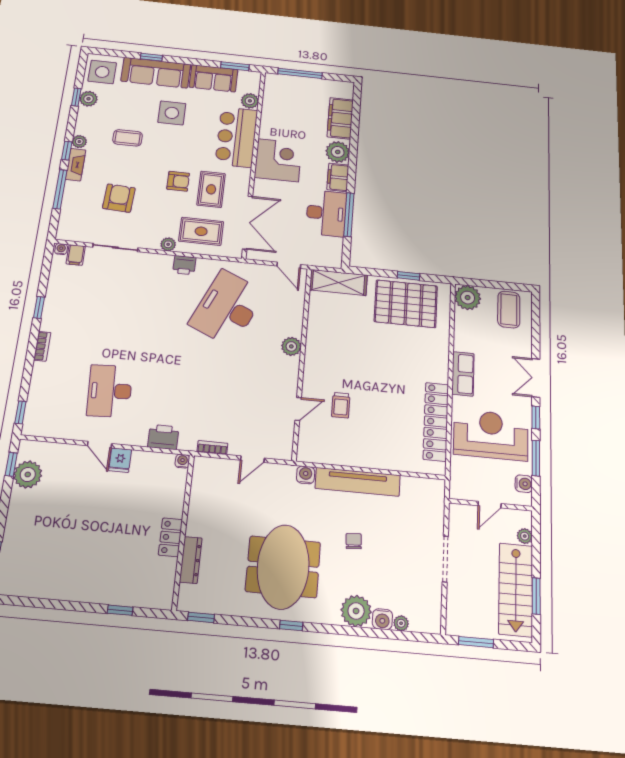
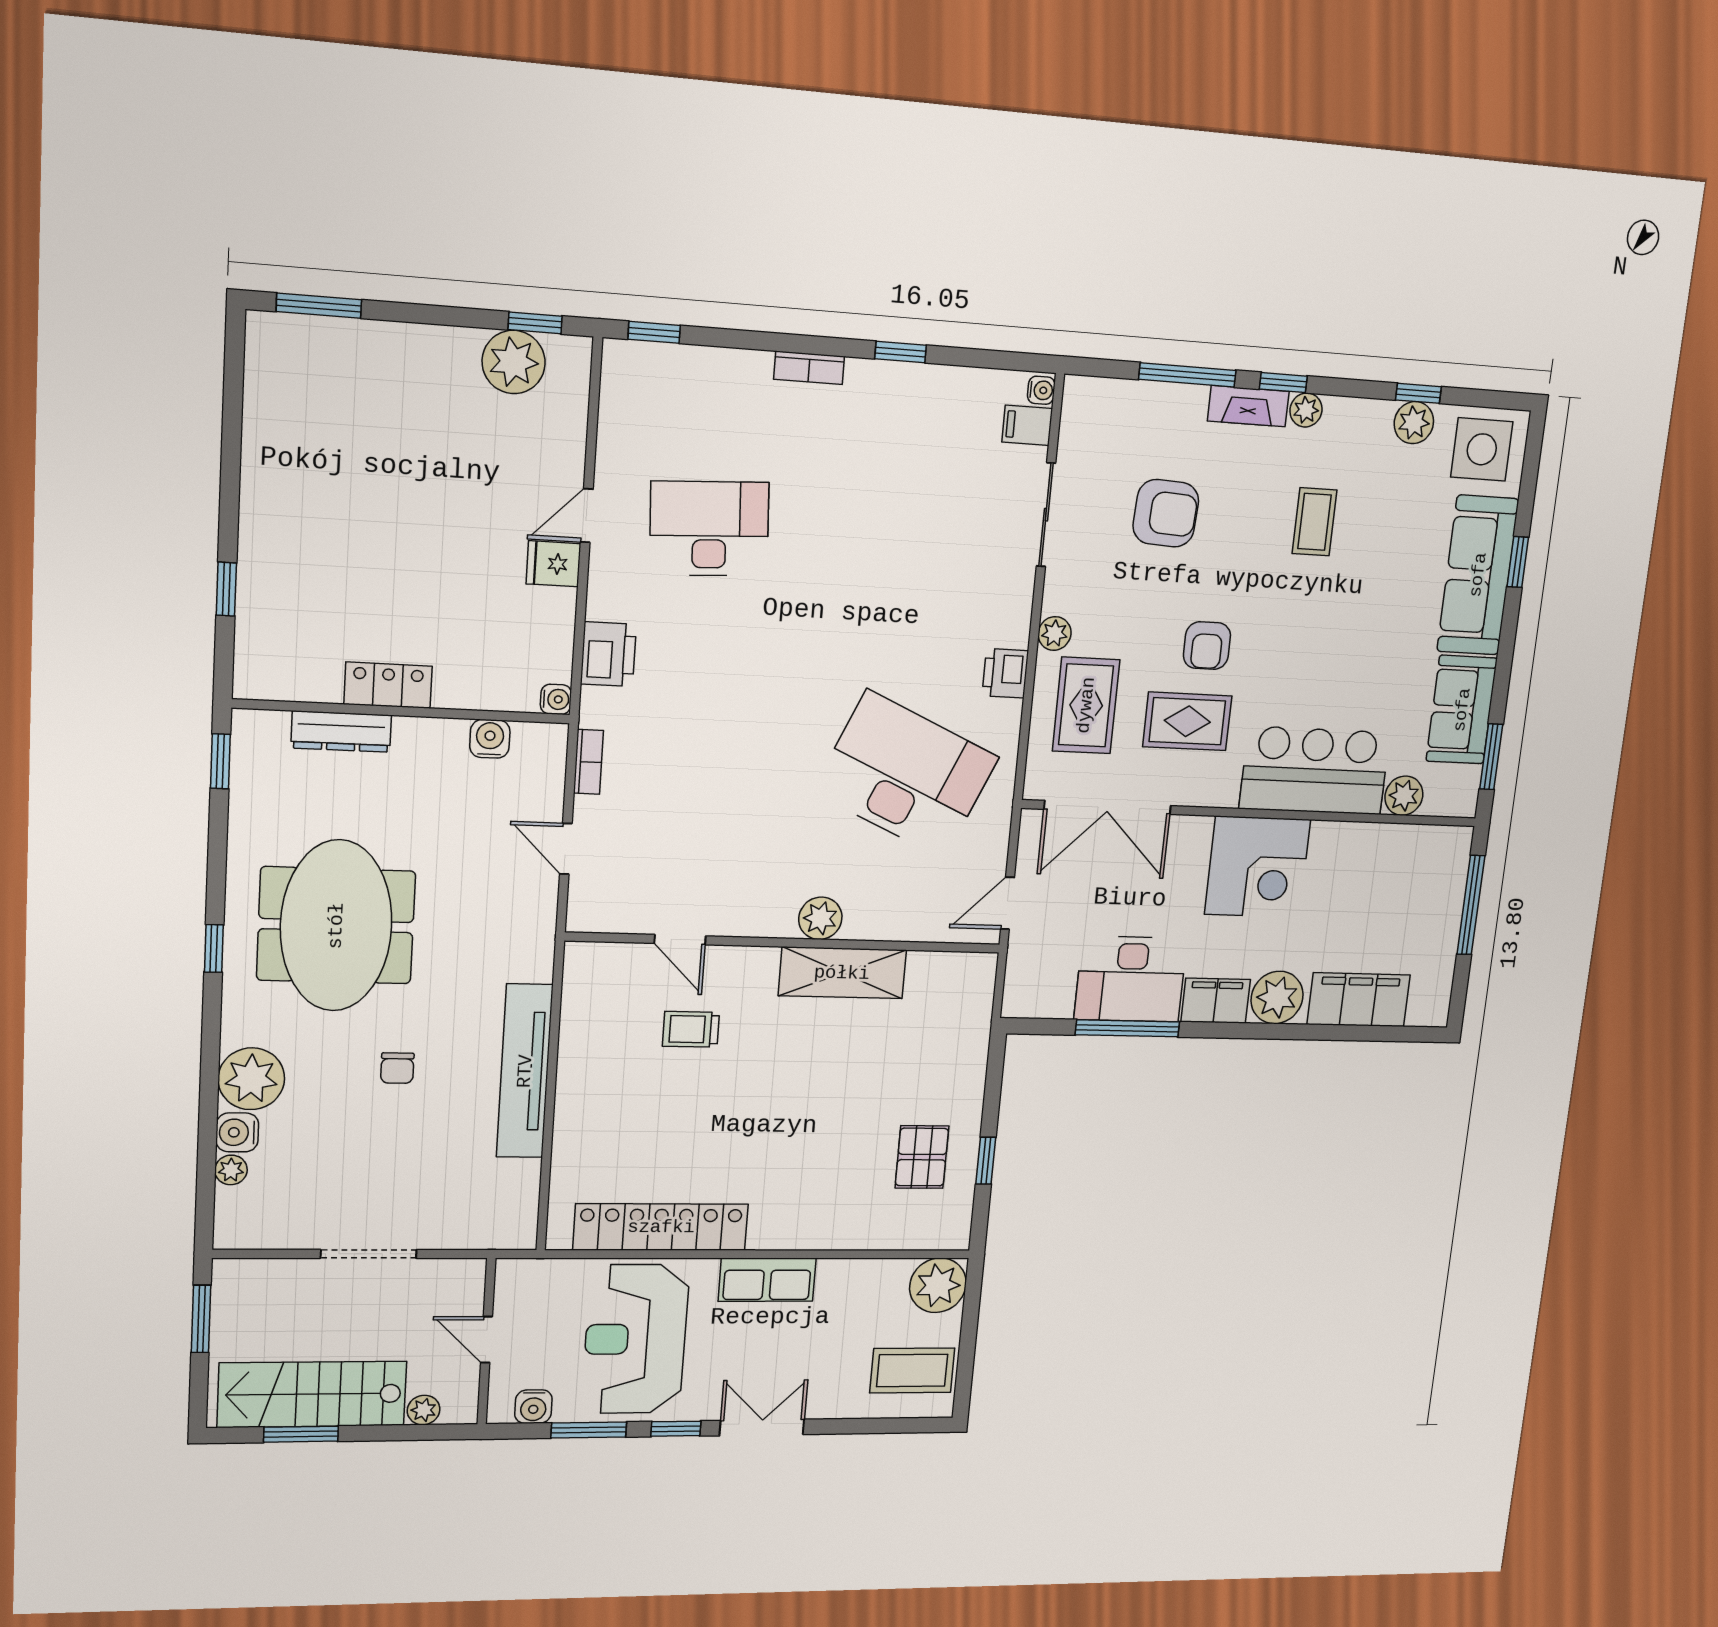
side table: (172, 113) -> (1376, 620), removed
shelving: (338, 282) -> (842, 973), moved, turned 90
pallet: (406, 304) -> (922, 1157), width x0.49, depth x0.50
reception desk: (491, 435) -> (635, 1339), turned 180
water cooler: (306, 475) -> (490, 739), moved, turned -90
chair: (354, 541) -> (397, 1068), turned 94
meeting table: (283, 567) -> (336, 926), turned 90

